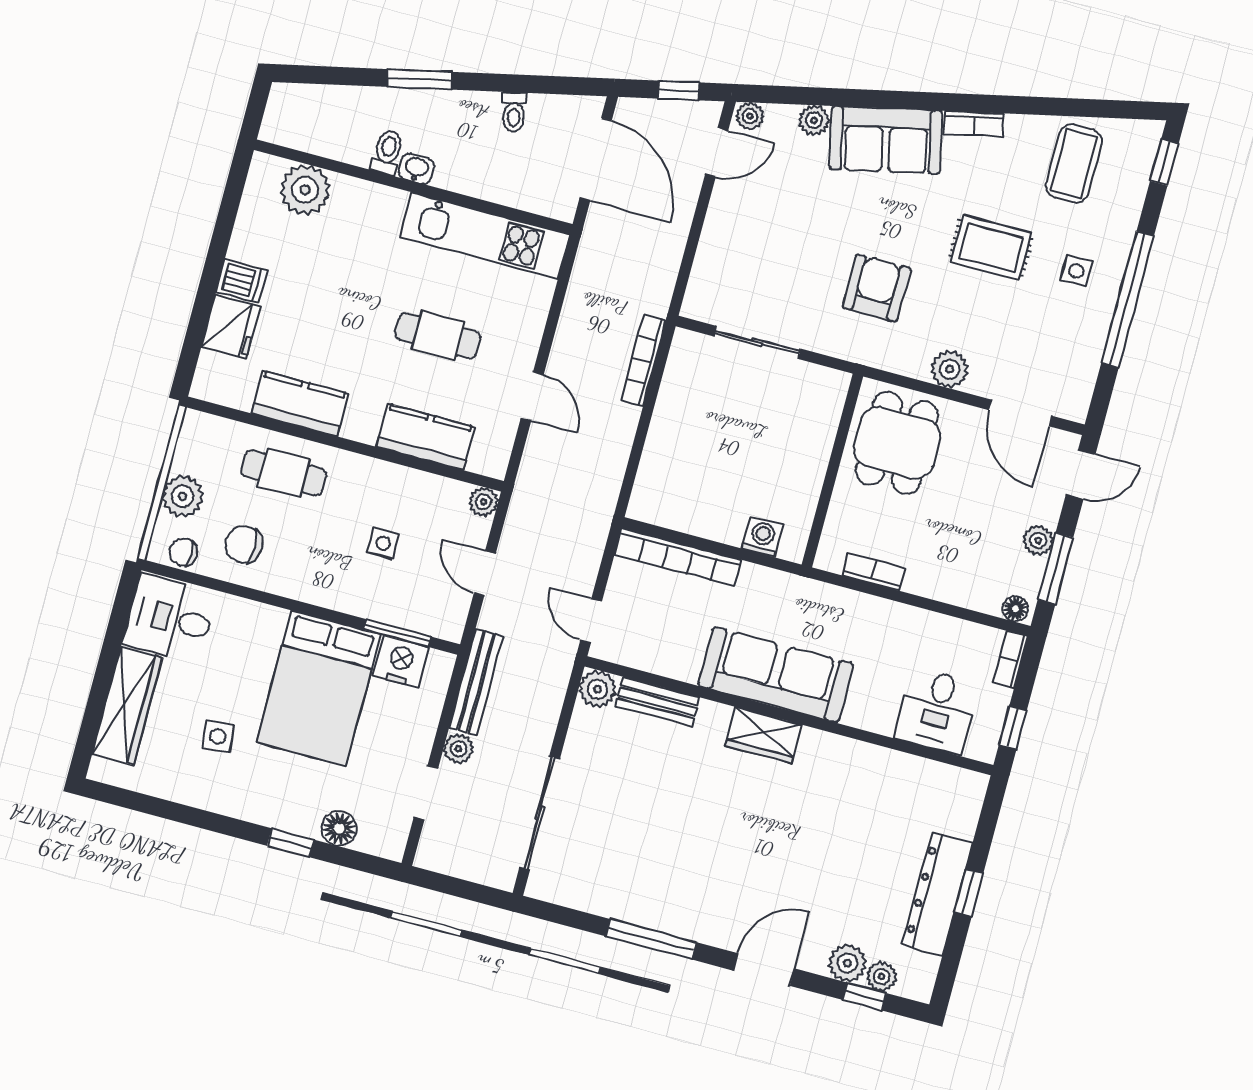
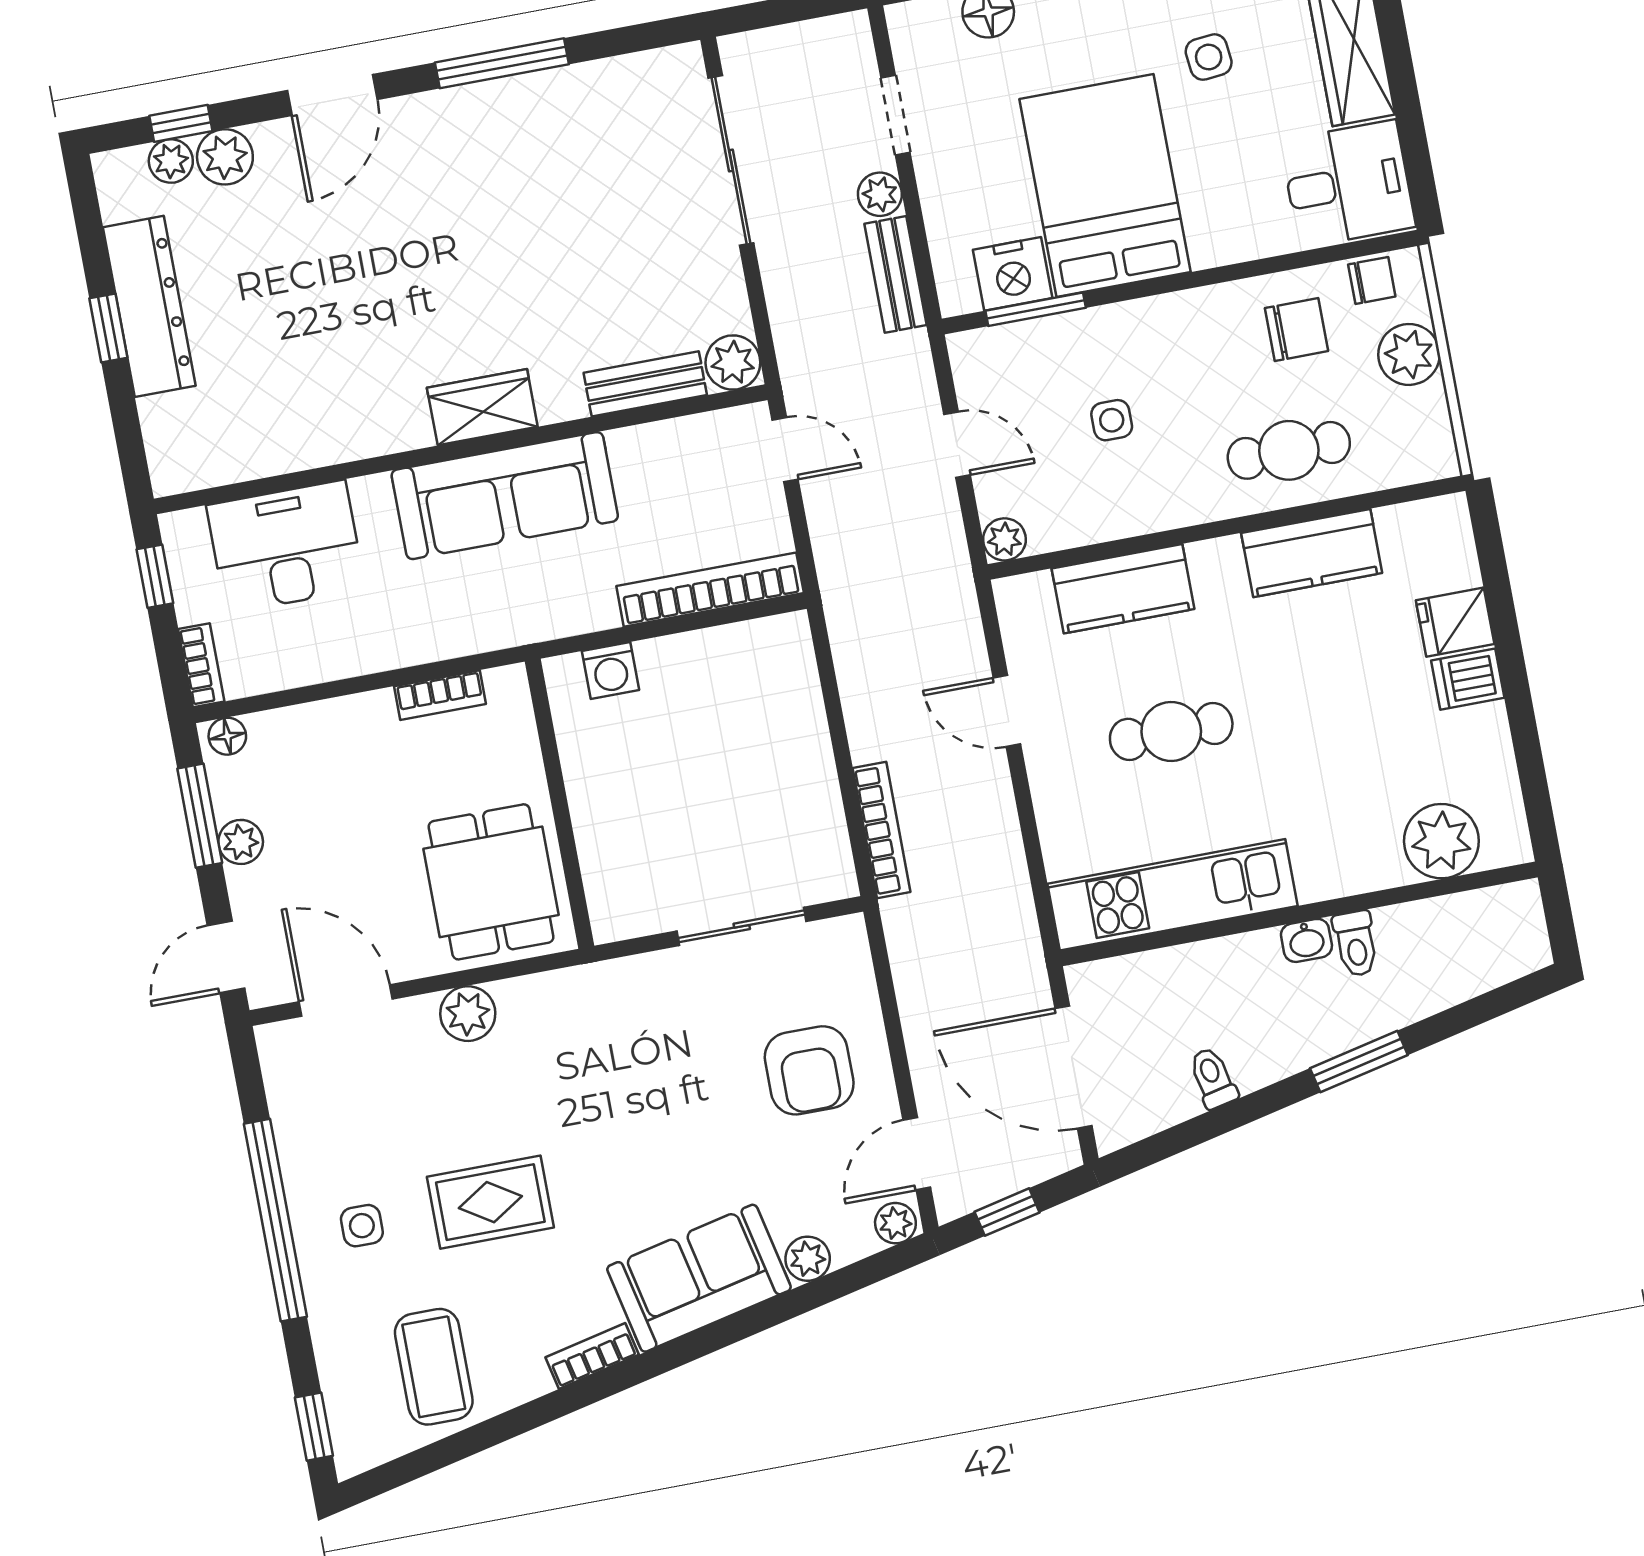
armchair: (876, 288) -> (809, 1070), moved
fridge: (231, 327) -> (1455, 622), width x0.72
bench: (476, 682) -> (895, 274), width x0.73
desk: (937, 711) -> (286, 547), width x1.37

